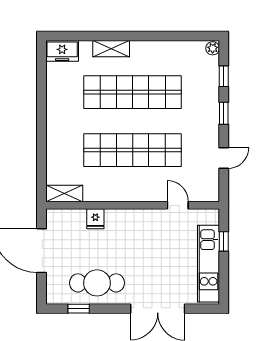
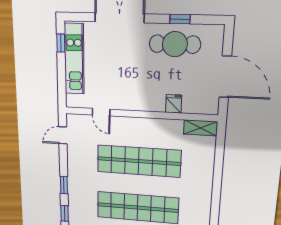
door: (224, 158) -> (63, 135), moved
window: (224, 241) -> (61, 43), moved
window: (79, 309) -> (180, 19), moved

